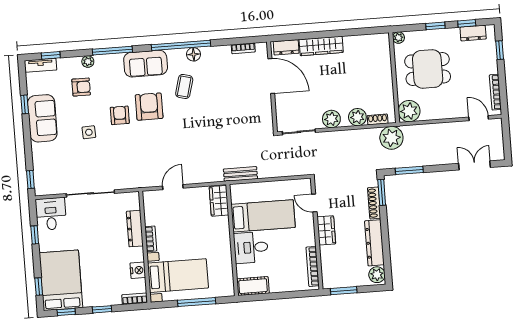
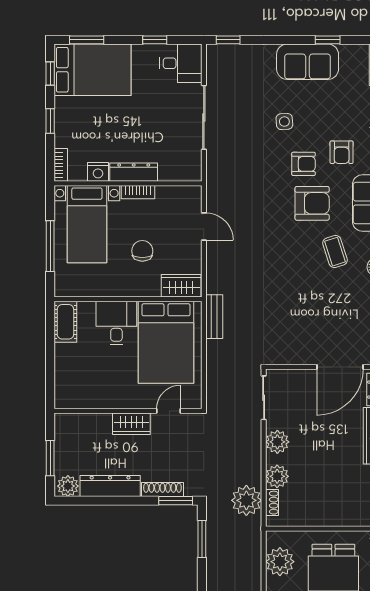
coffee table: (184, 86) -> (335, 252), turned 57
armchair: (81, 87) -> (342, 152), moved
plant: (409, 111) -> (280, 562), moved
plant: (391, 138) -> (246, 500), moved
bed: (263, 216) -> (166, 342), width x1.50
dresser: (135, 229) -> (134, 172), moved
chair: (195, 232) -> (142, 251), added
bookcase: (313, 266) -> (85, 402), removed
window: (39, 287) -> (87, 40), width x1.50
window: (344, 291) -> (50, 458), moved

